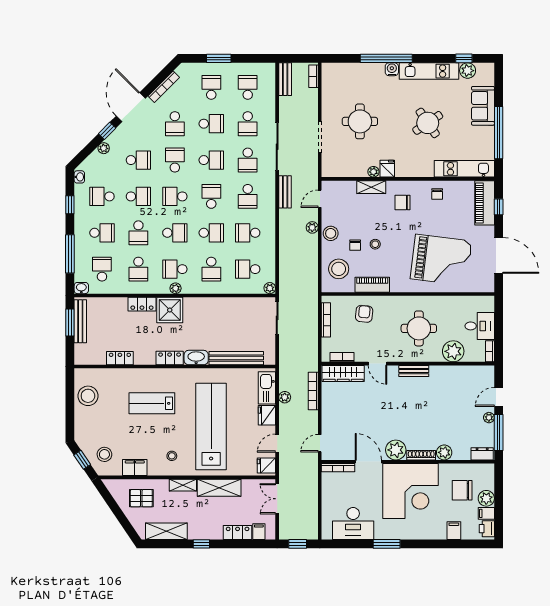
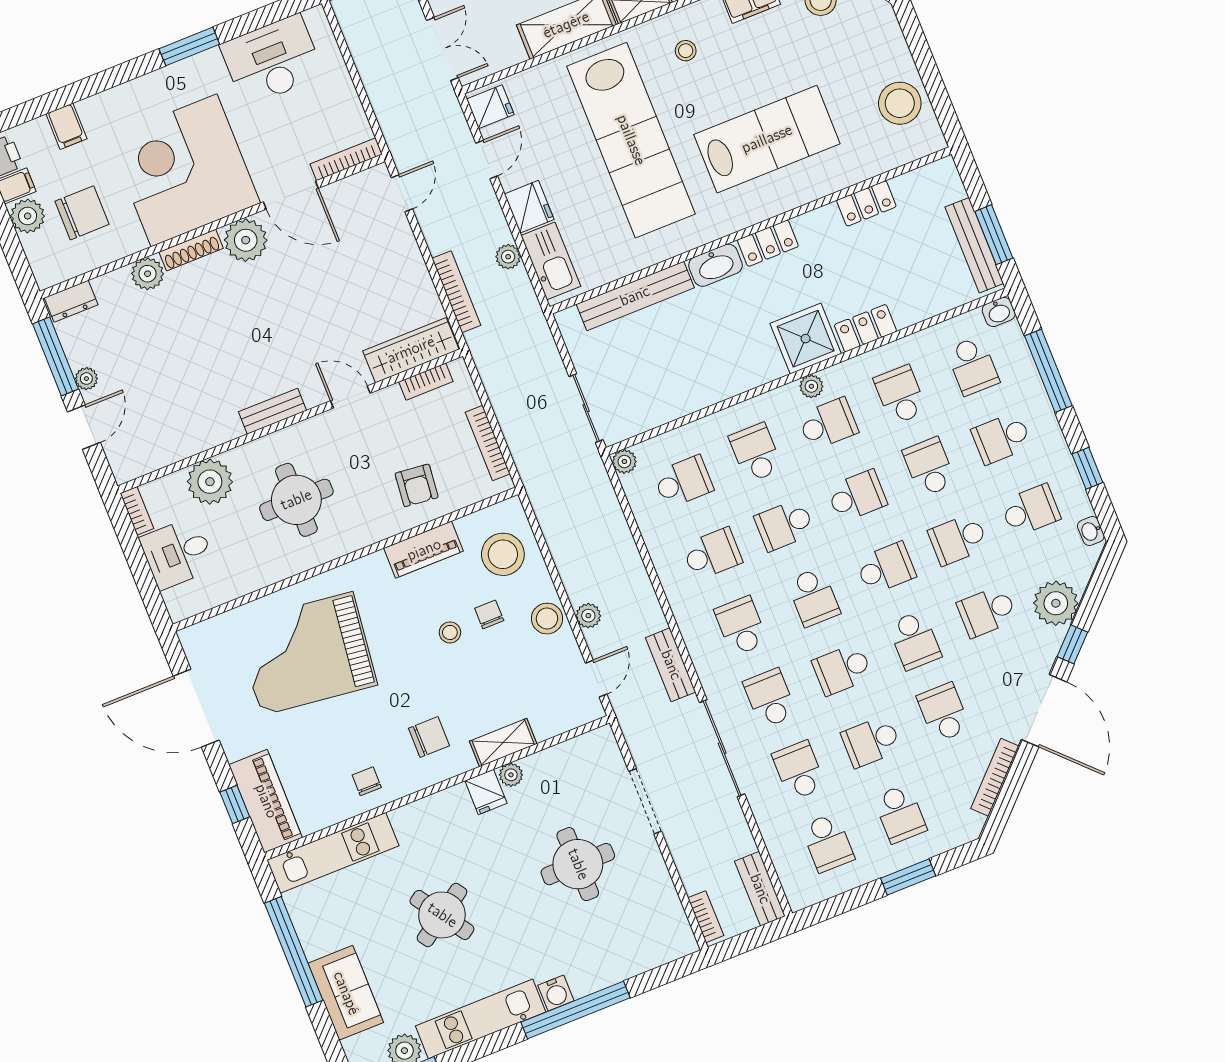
plant: (104, 148) -> (1056, 603), width x1.88, depth x1.88
school desk: (175, 233) -> (857, 496), turned 180
lab bench: (152, 403) -> (767, 139), width x1.36, depth x1.39

